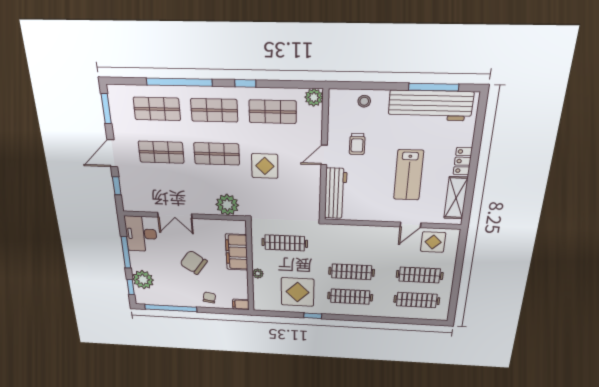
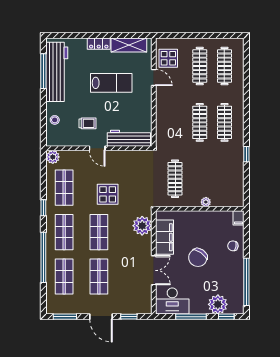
filing cabinet: (237, 252) -> (165, 237), moved, turned -90
display table: (298, 292) -> (222, 168), removed

